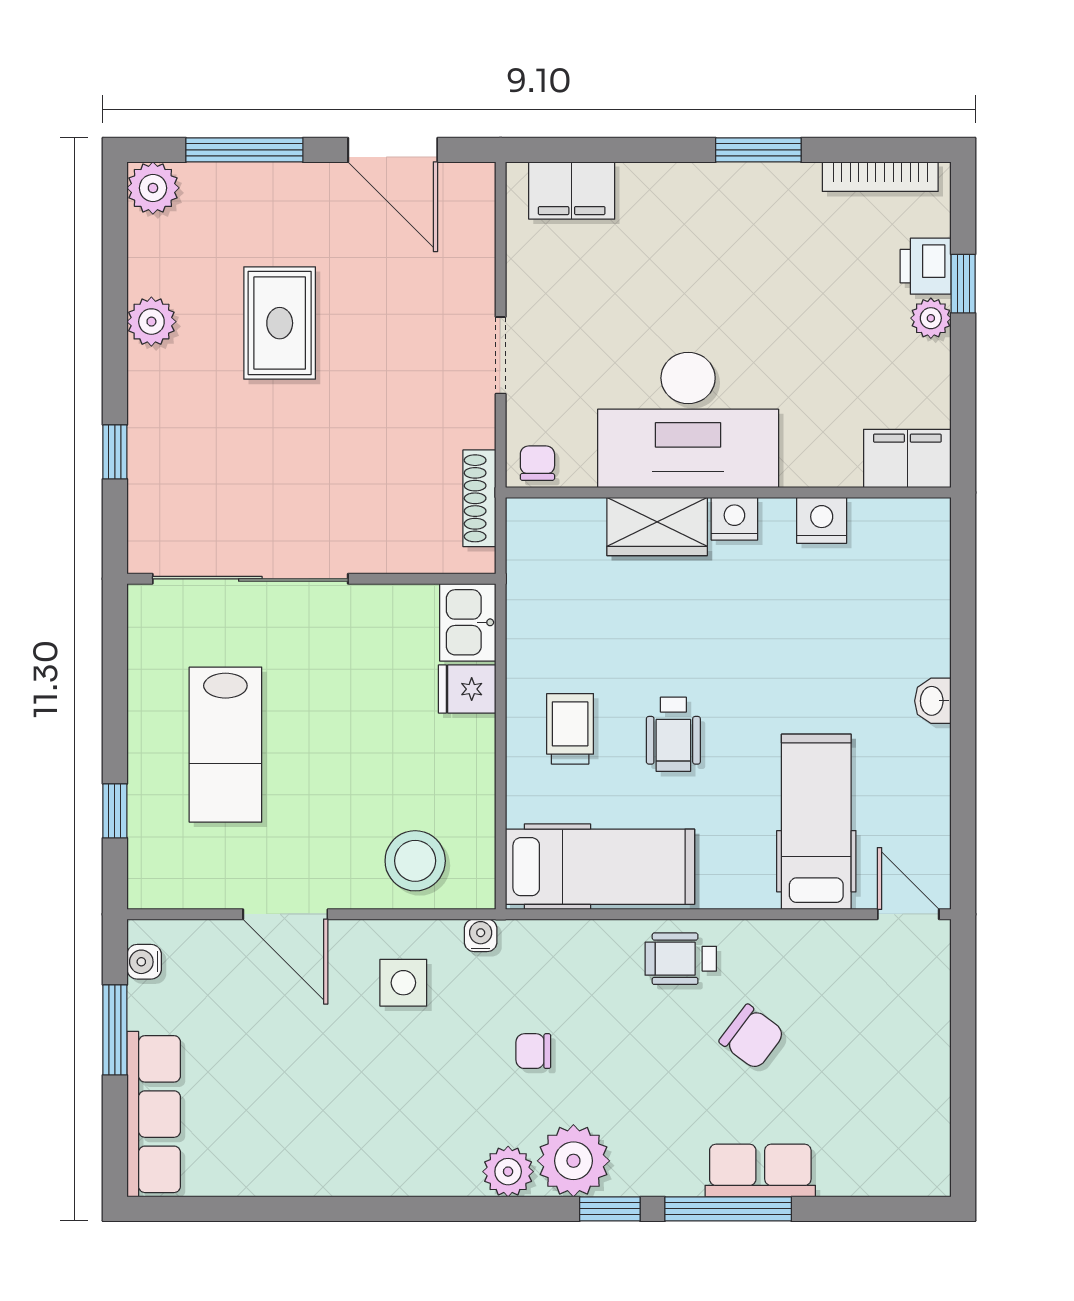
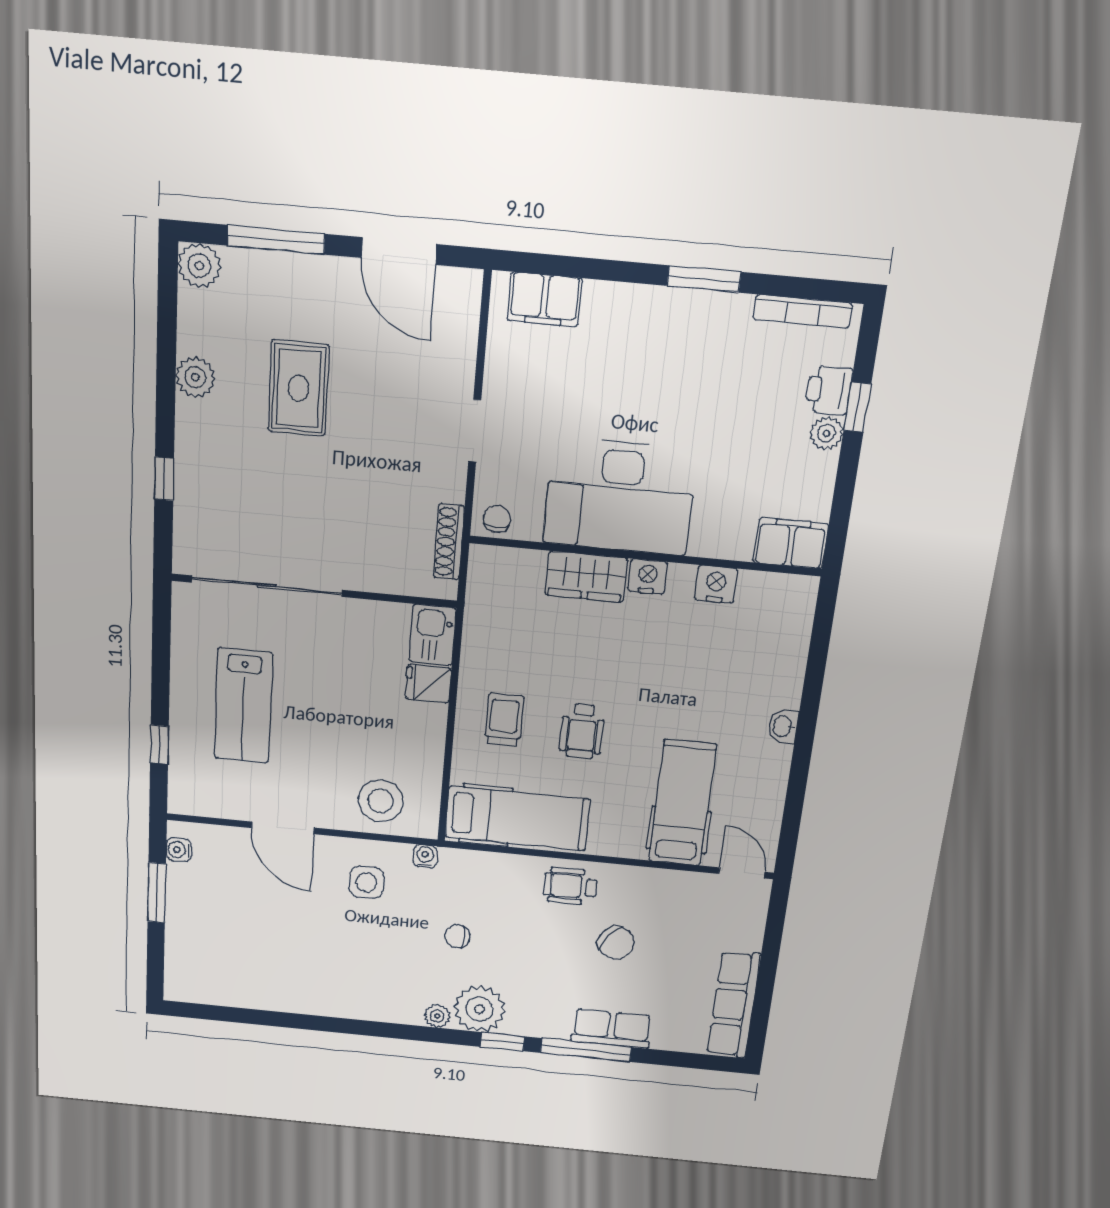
row of seats: (154, 1114) -> (734, 1005), moved, turned 180
plant: (508, 1172) -> (437, 1016), width x0.73, depth x0.73

